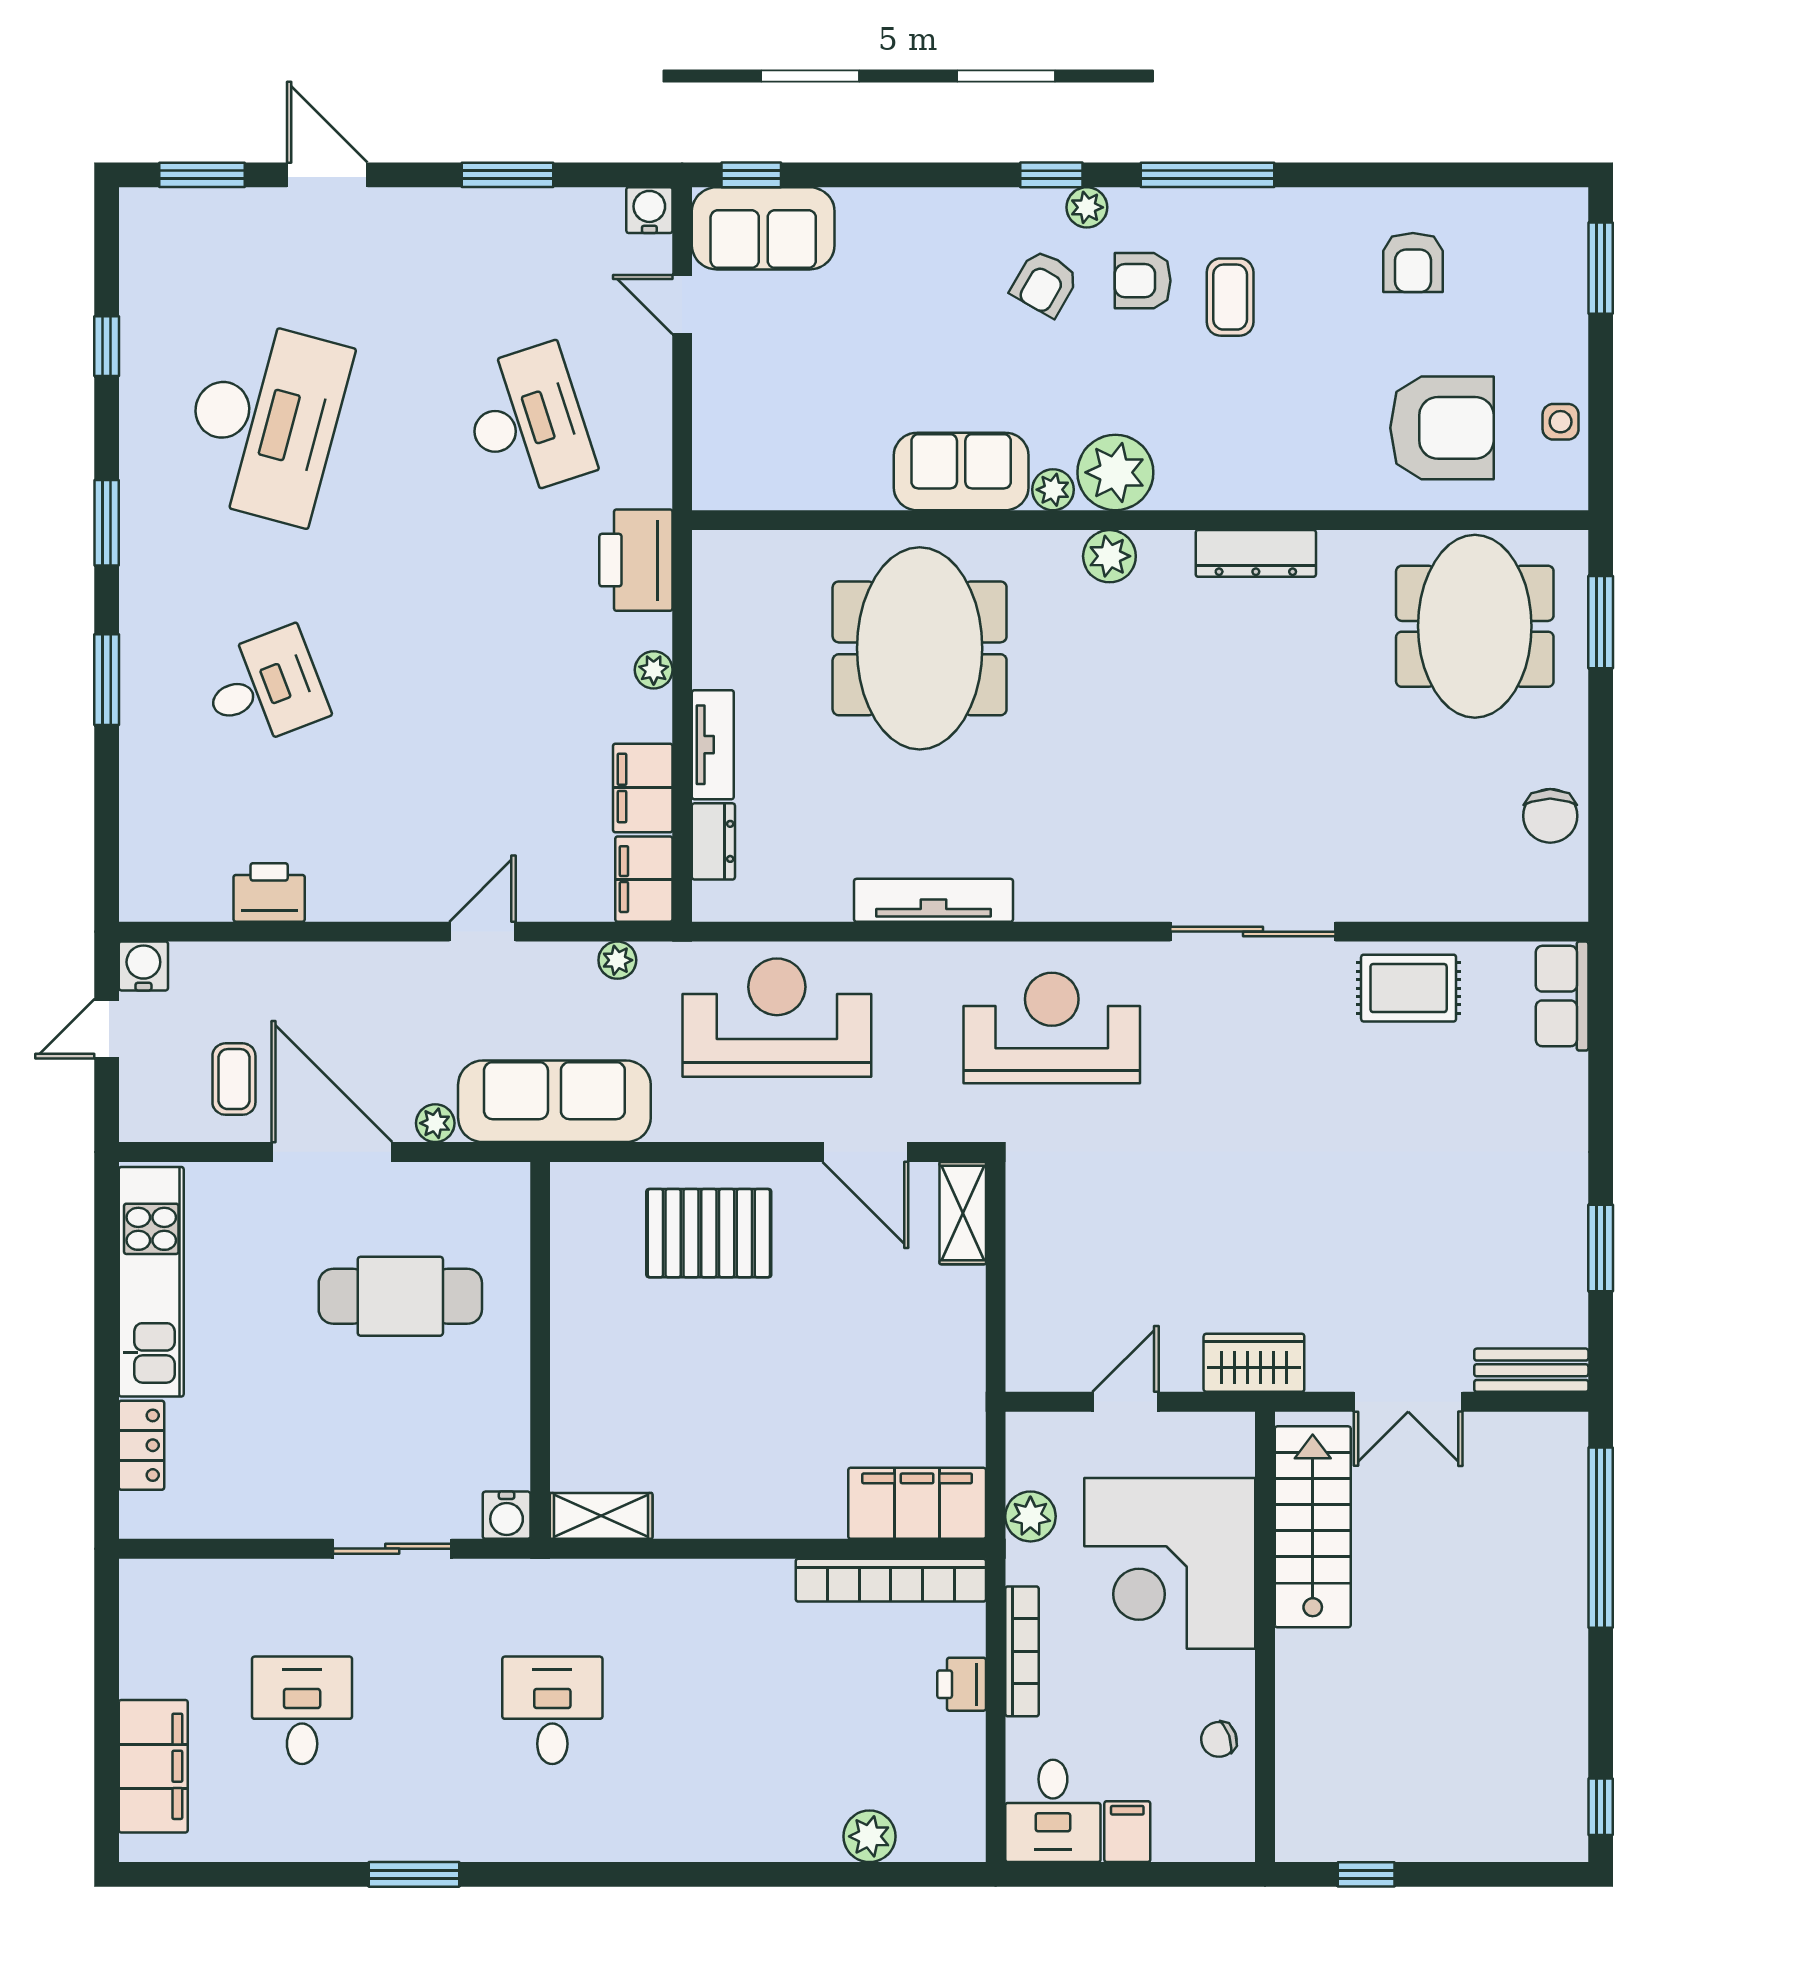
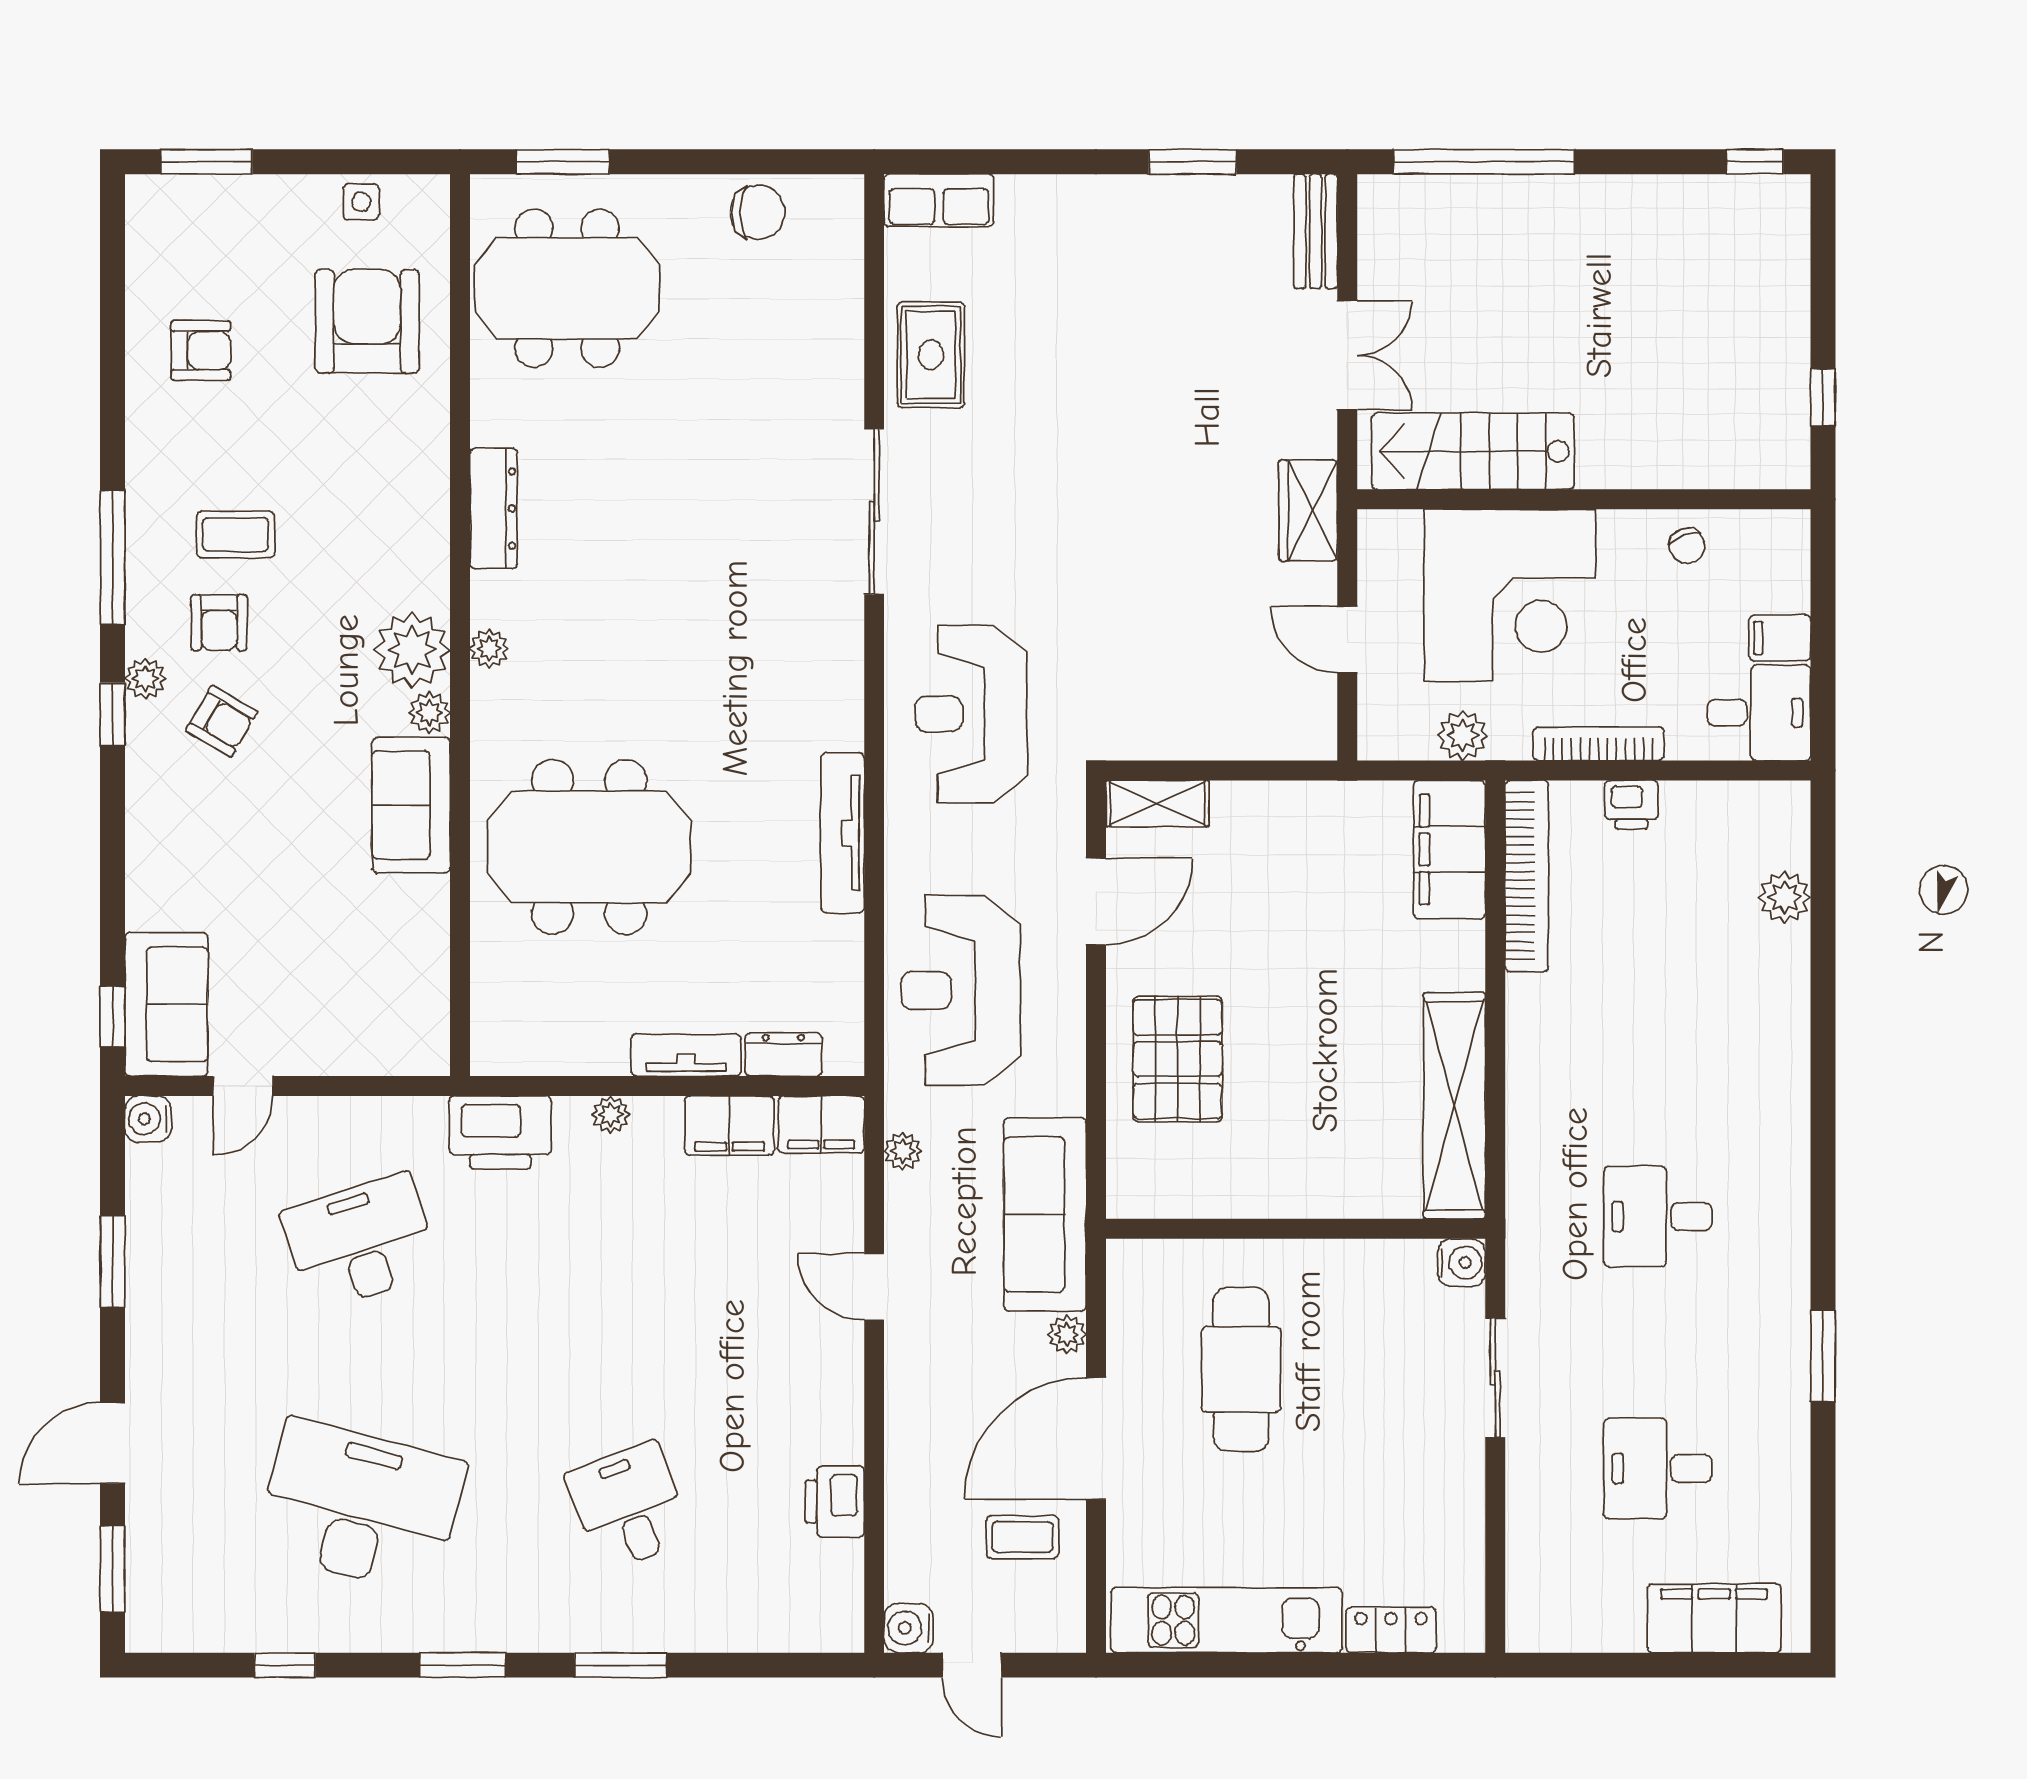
plant: (1109, 556) -> (489, 649), width x0.73, depth x0.73
shelving: (601, 1516) -> (1454, 1106), width x2.20, depth x1.33

